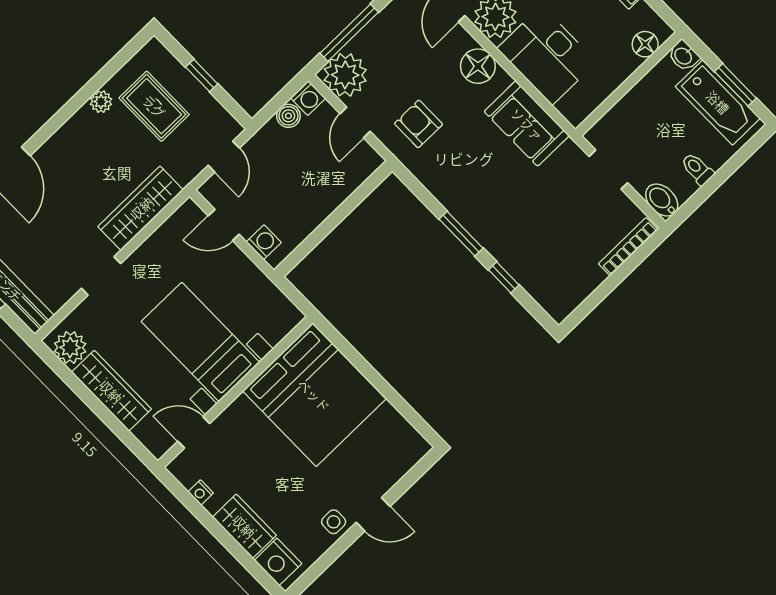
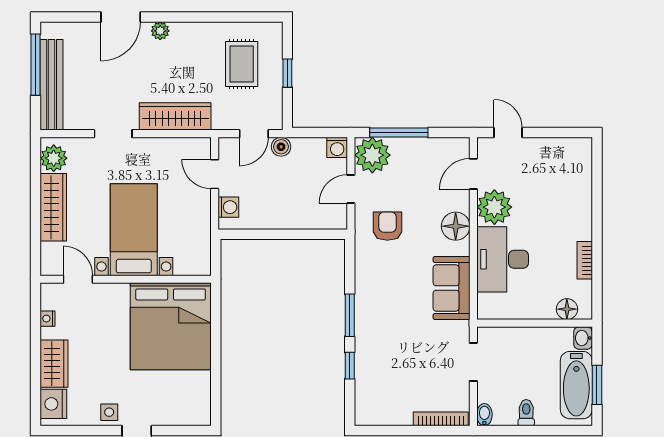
plant: (101, 102) -> (160, 31), moved
boiler: (288, 116) -> (281, 147), moved
bidet: (662, 200) -> (484, 415), width x0.72, depth x0.74

